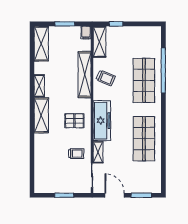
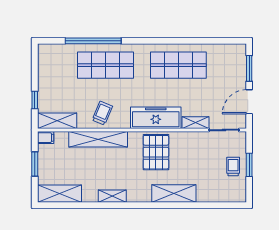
shelving: (41, 115) -> (174, 194), moved
pallet: (74, 121) -> (156, 152), width x1.50, depth x1.42
trolley: (76, 154) -> (233, 166), moved

